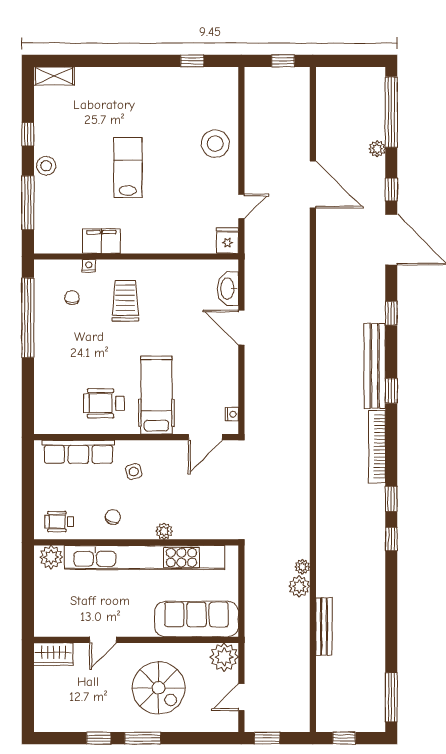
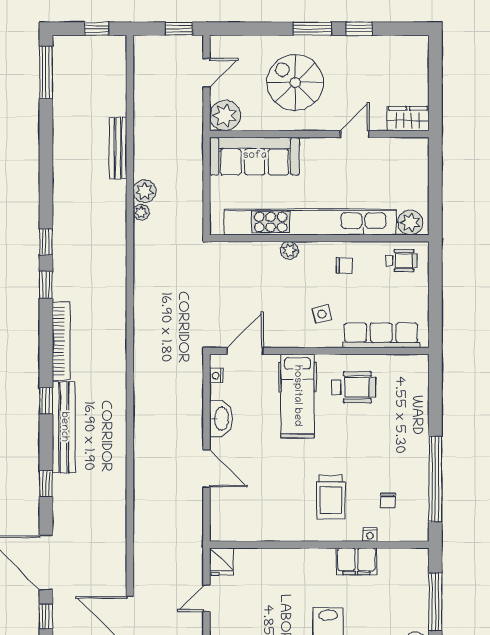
washbasin: (228, 289) -> (221, 419), moved
chair: (113, 517) -> (344, 265), turned -114

